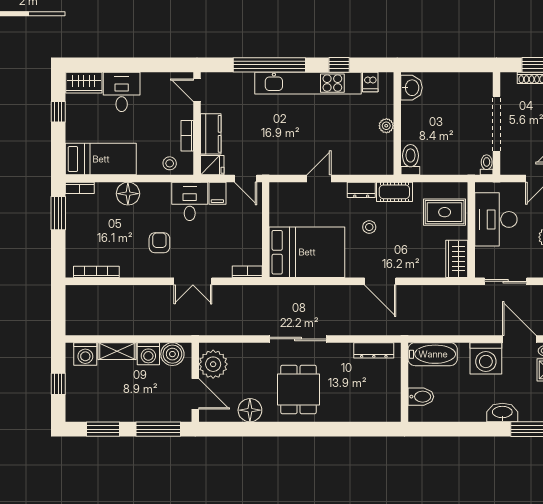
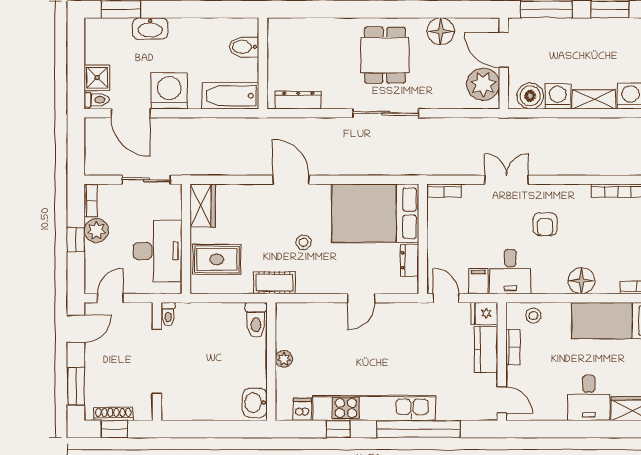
dresser: (361, 190) -> (410, 260), moved, turned -90

